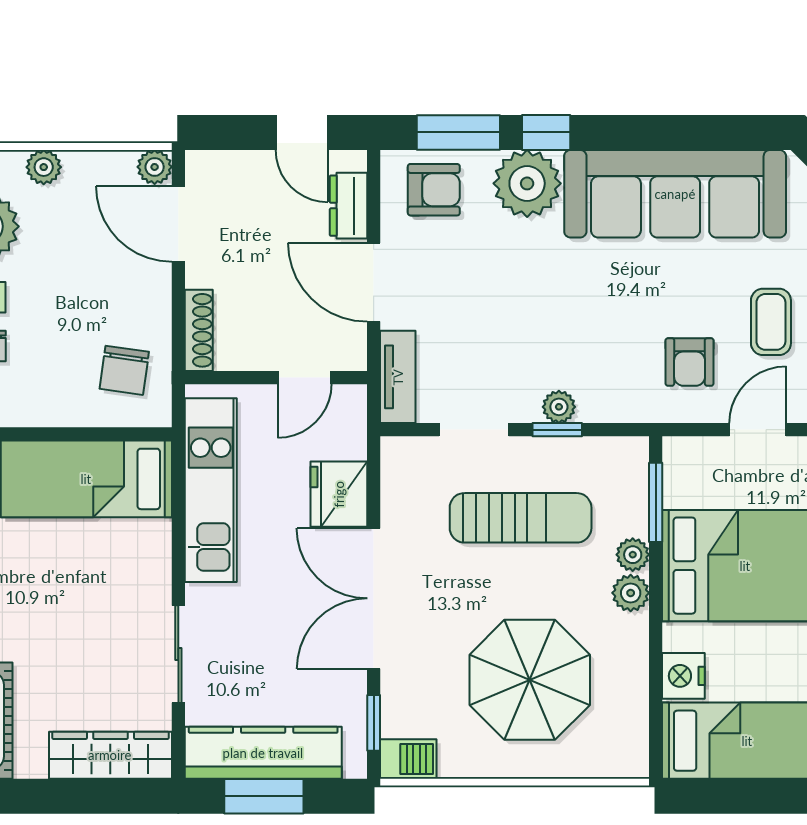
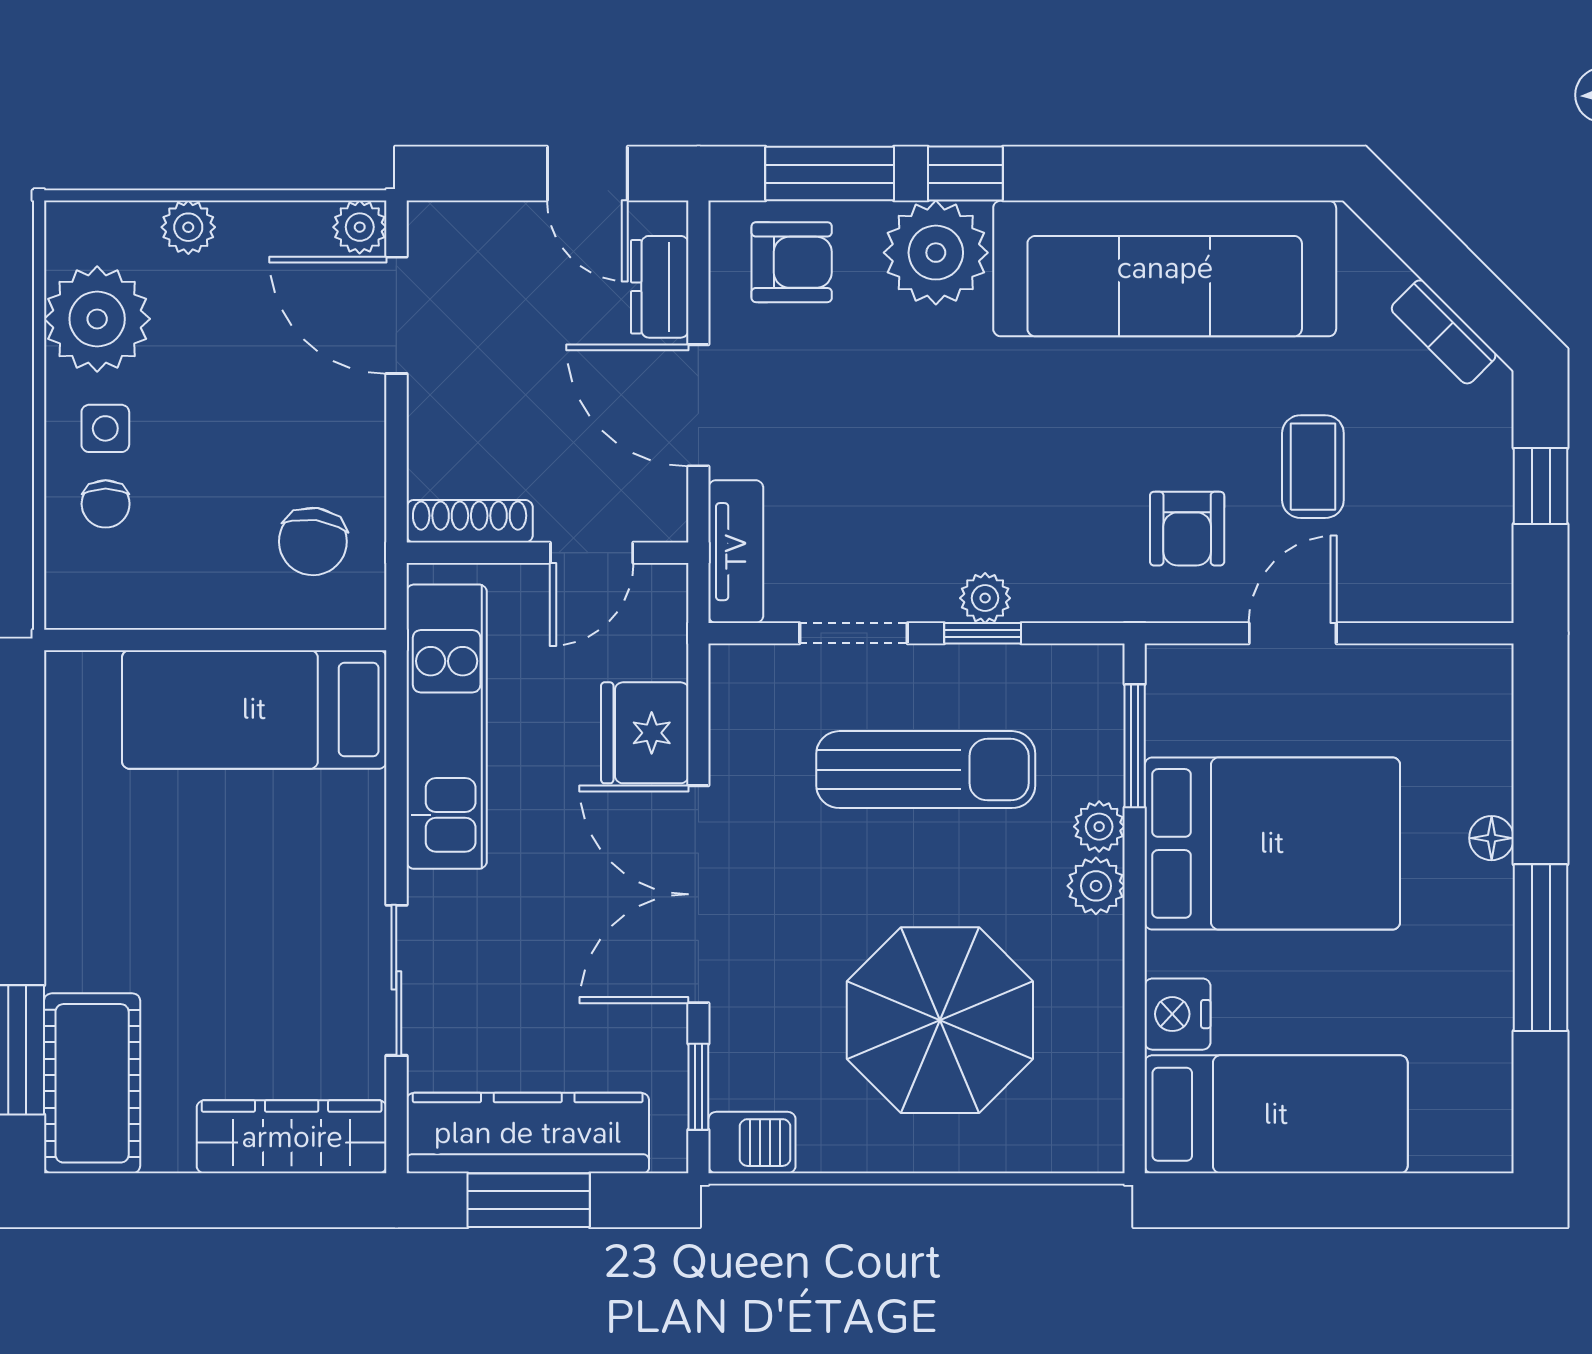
shoe rack: (199, 330) -> (470, 521), moved, turned -90

